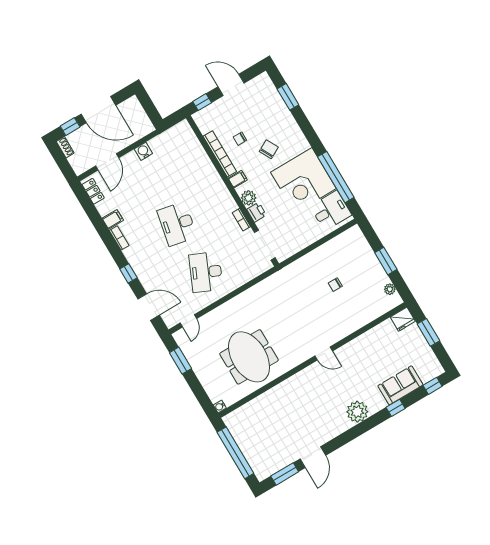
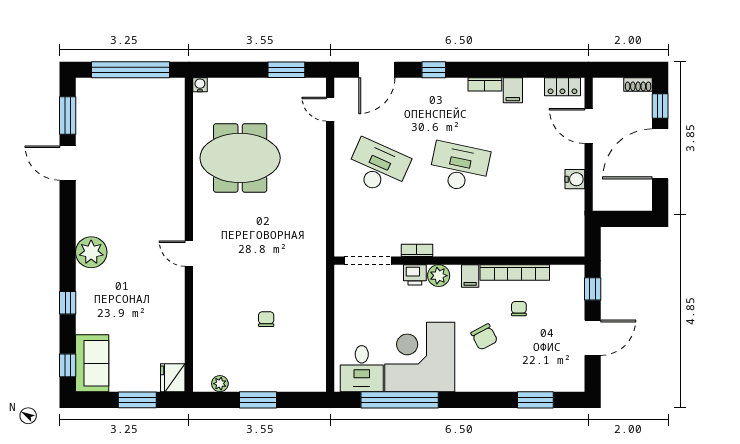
door: (324, 353) -> (189, 254), hinge flipped
sofa: (400, 385) -> (92, 363), moved

